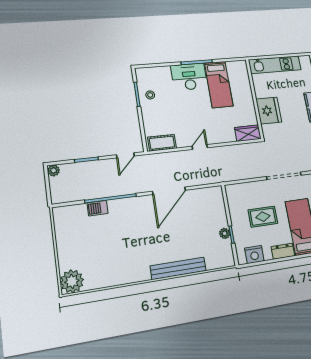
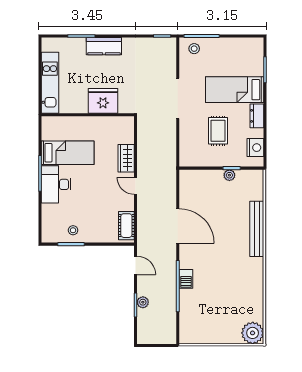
wardrobe: (248, 133) -> (126, 158), moved
plant: (54, 171) -> (143, 302), moved
barbecue: (98, 208) -> (186, 279), moved

